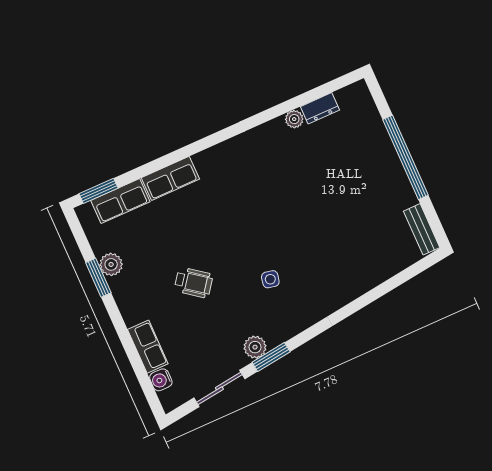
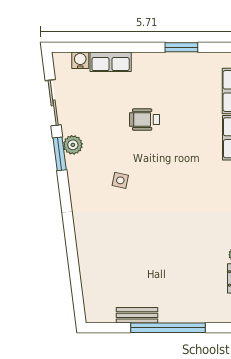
bench: (422, 229) -> (137, 315), moved
plant: (111, 264) -> (187, 62), removed
wheelchair: (194, 283) -> (144, 120), turned 53

